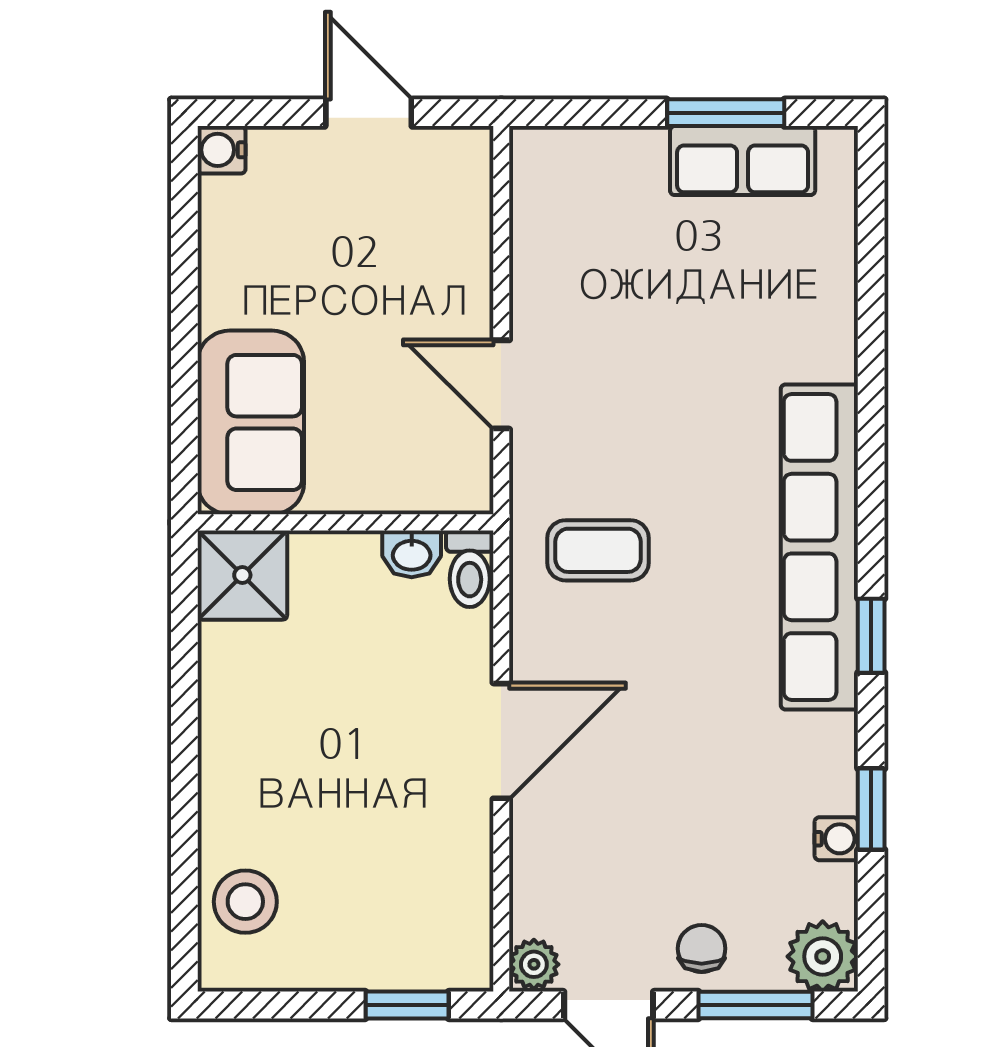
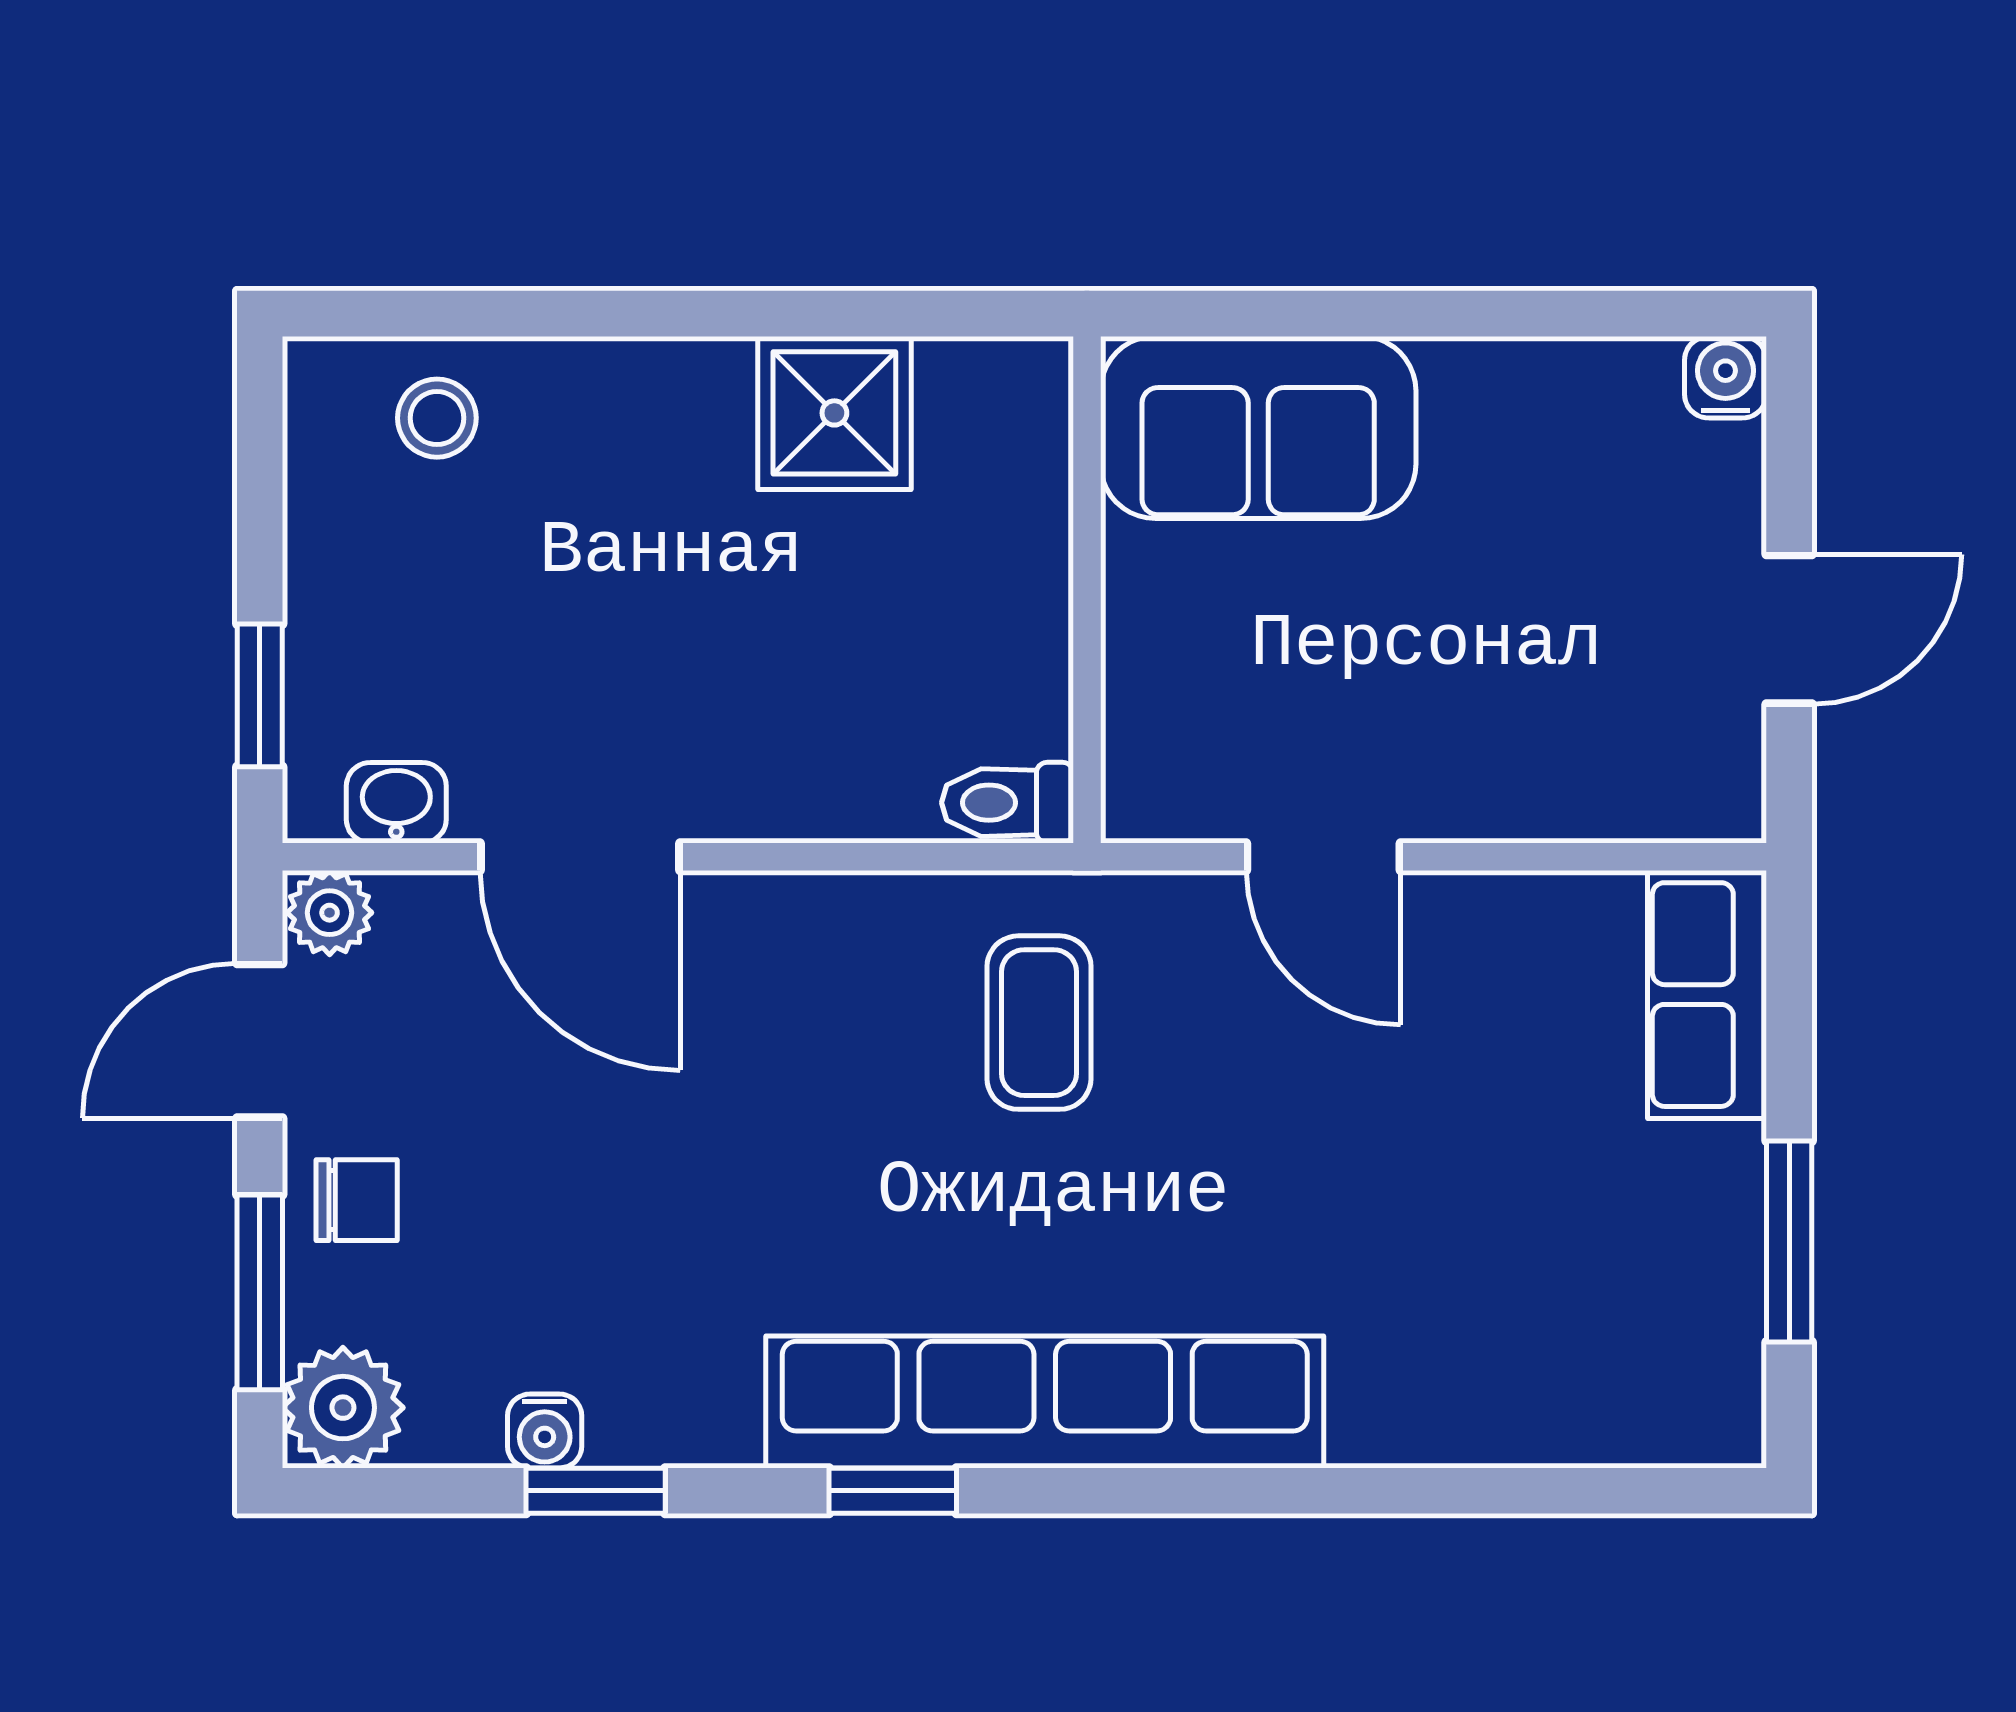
row of seats: (743, 161) -> (1707, 995), moved
door: (501, 384) -> (1323, 857), swing flipped
washbasin: (412, 554) -> (396, 803), moved, turned 90
shower: (242, 575) -> (834, 413), moved
door: (501, 741) -> (580, 857), moved
stool: (245, 902) -> (437, 418), width x0.73, depth x0.73

